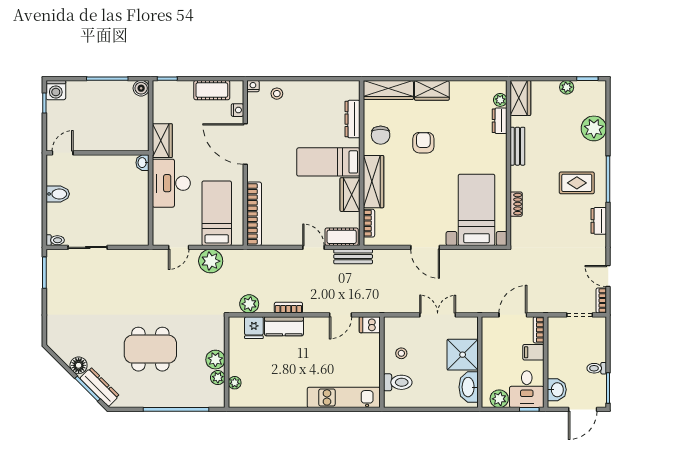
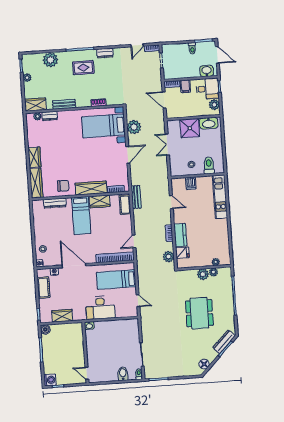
wardrobe: (162, 141) -> (62, 316), moved
armchair: (423, 143) -> (66, 160), removed
door: (245, 144) -> (74, 266), swing flipped
rug: (577, 183) -> (83, 68), turned 90
bidet: (58, 194) -> (123, 374), moved
door: (313, 247) -> (134, 241), moved
plant: (211, 261) -> (134, 127), moved
dishwasher: (370, 325) -> (191, 183), moved
floor lamp: (79, 365) -> (204, 364), moved

